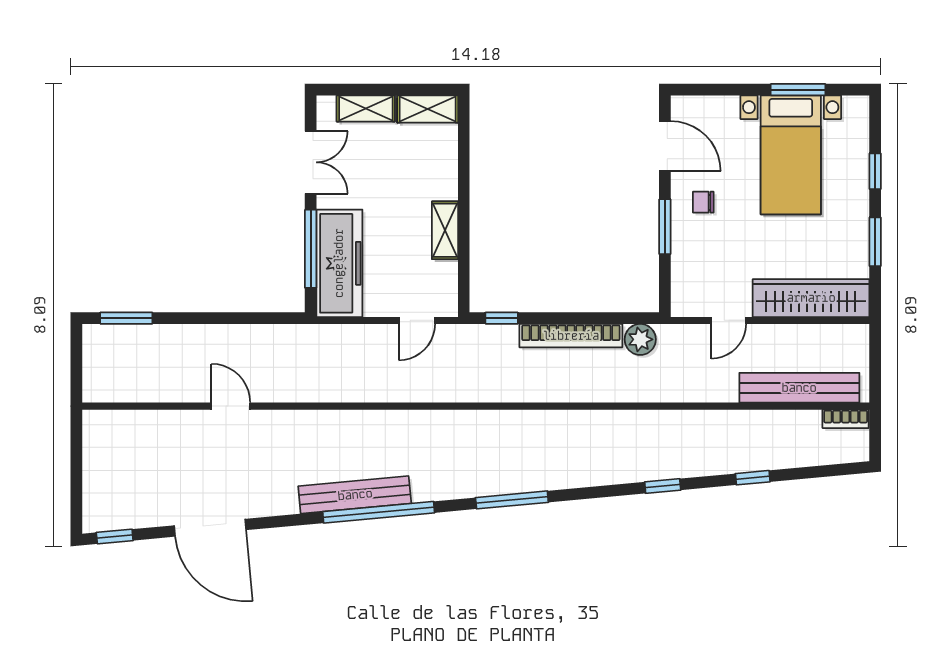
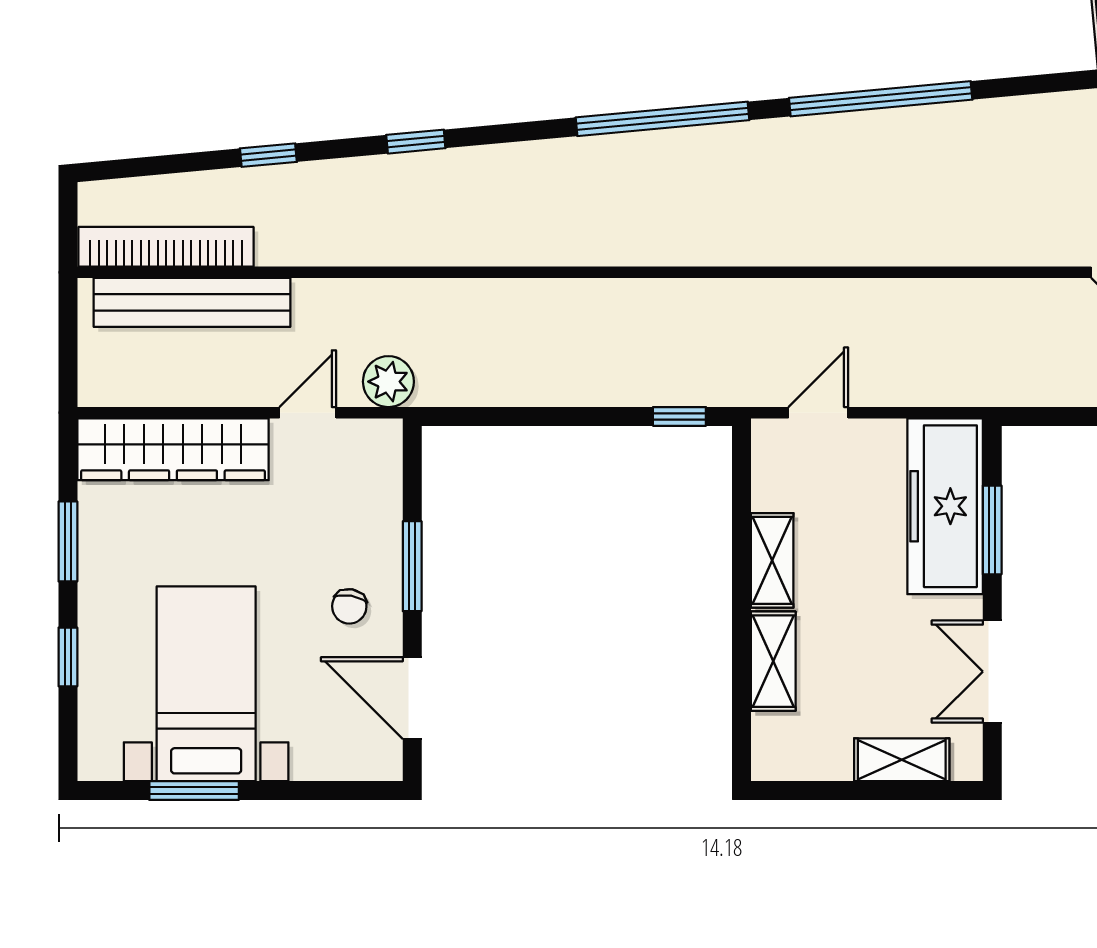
shelving: (428, 109) -> (773, 661), moved, turned 90
chair: (703, 202) -> (349, 606), turned 100
window: (311, 249) -> (992, 530), width x0.69
bookcase: (571, 336) -> (566, 388), removed
plant: (640, 339) -> (388, 382), moved
bookcase: (846, 419) -> (166, 247), width x2.31, depth x1.31
bench: (355, 495) -> (920, 127), removed
window: (512, 500) -> (662, 119), width x1.46

